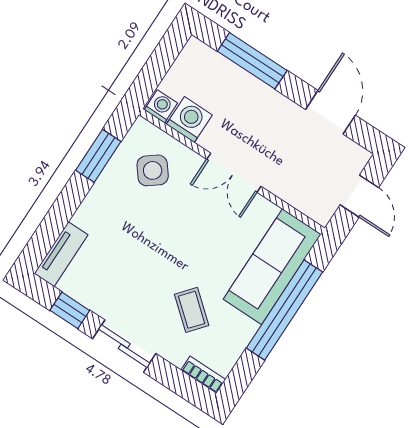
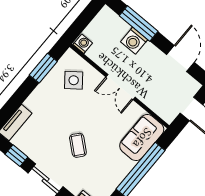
washing machine: (189, 120) -> (134, 41), moved, turned 180
sofa: (272, 267) -> (142, 138), width x0.73
coffee table: (192, 310) -> (78, 145), moved

